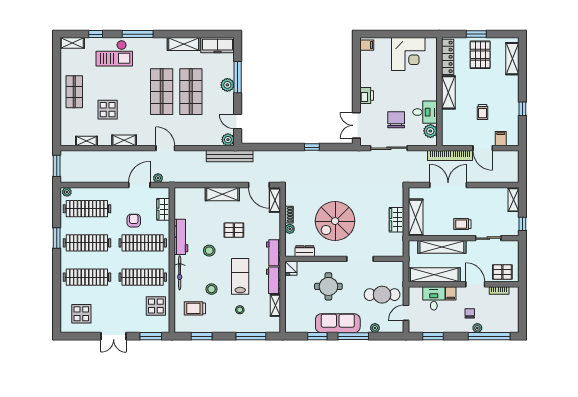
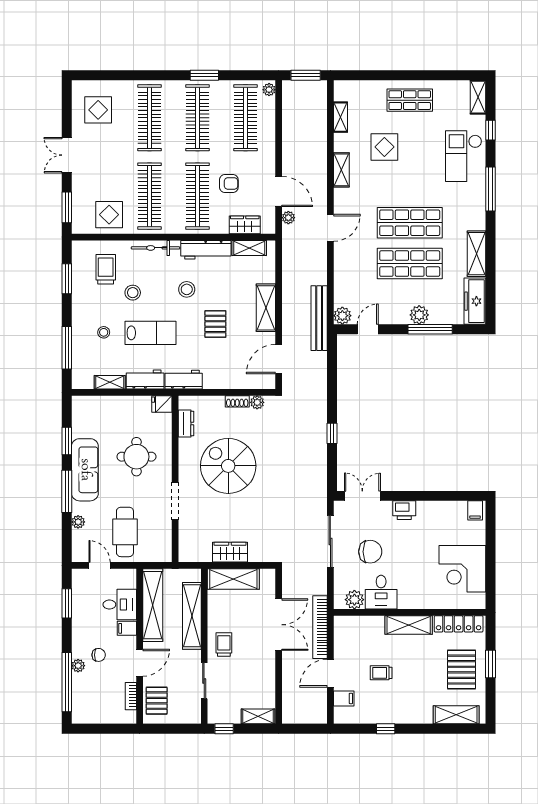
pallet: (480, 55) -> (462, 670), turned 90
shelving: (275, 200) -> (249, 248), moved
plant: (290, 229) -> (257, 402), moved

